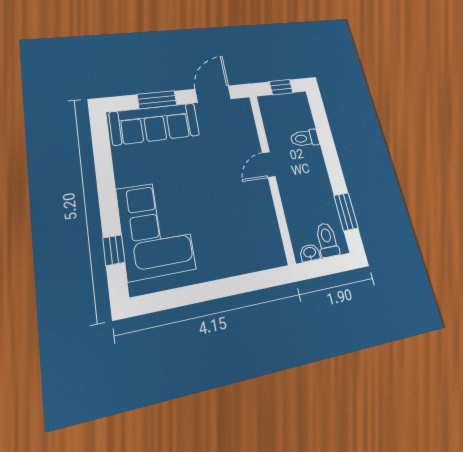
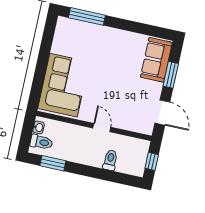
sofa: (155, 124) -> (156, 60), width x0.73
corner sofa: (155, 229) -> (63, 85), moved, turned -90
window: (114, 250) -> (87, 16), width x2.17

